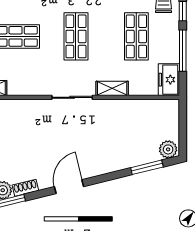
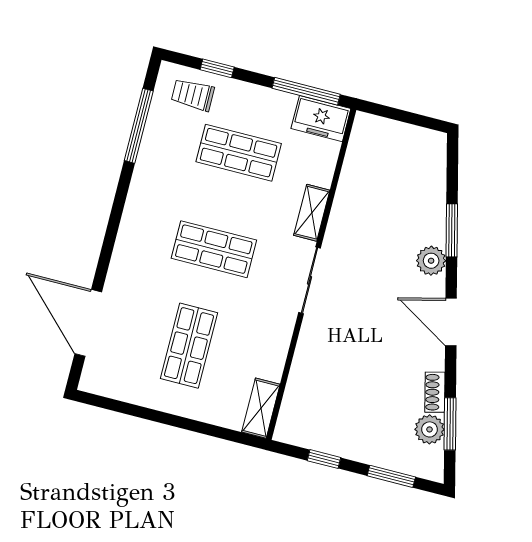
window: (183, 51) -> (306, 91), moved
plant: (168, 149) -> (431, 261), moved
window: (147, 167) -> (452, 230), moved

